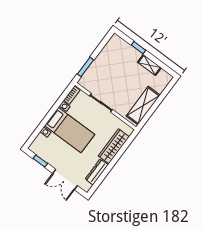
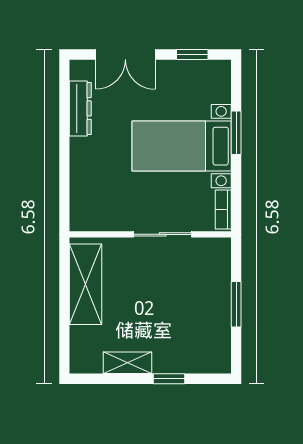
window: (85, 67) -> (236, 304), moved
window: (46, 120) -> (236, 133), added
wardrobe: (114, 146) -> (84, 175), removed
double door: (65, 179) -> (125, 54), swing flipped

